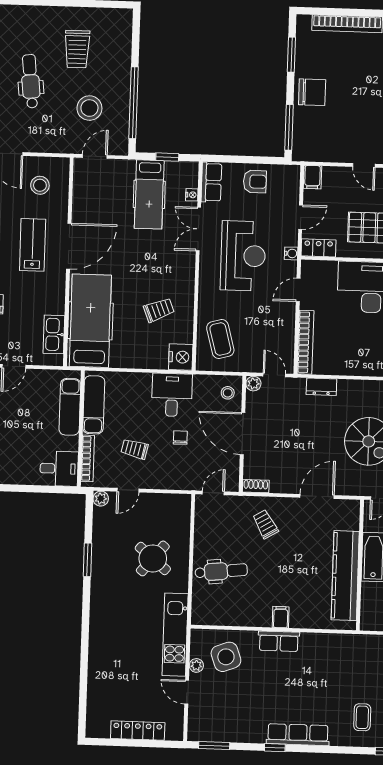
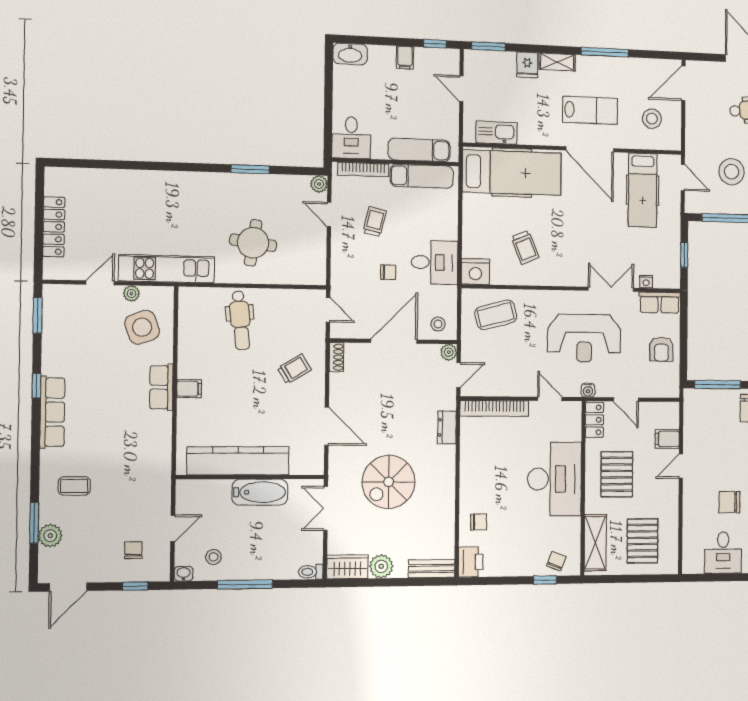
filing cabinet: (312, 177) -> (667, 439), moved
hospital bed: (149, 194) -> (643, 190), moved, turned -90
round table: (153, 558) -> (253, 243), turned -32

